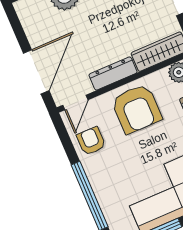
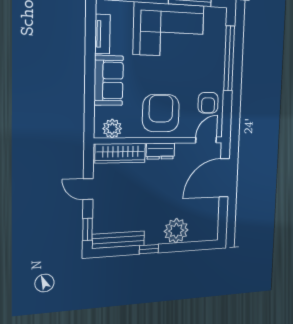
dresser: (113, 73) -> (160, 151), width x0.70

